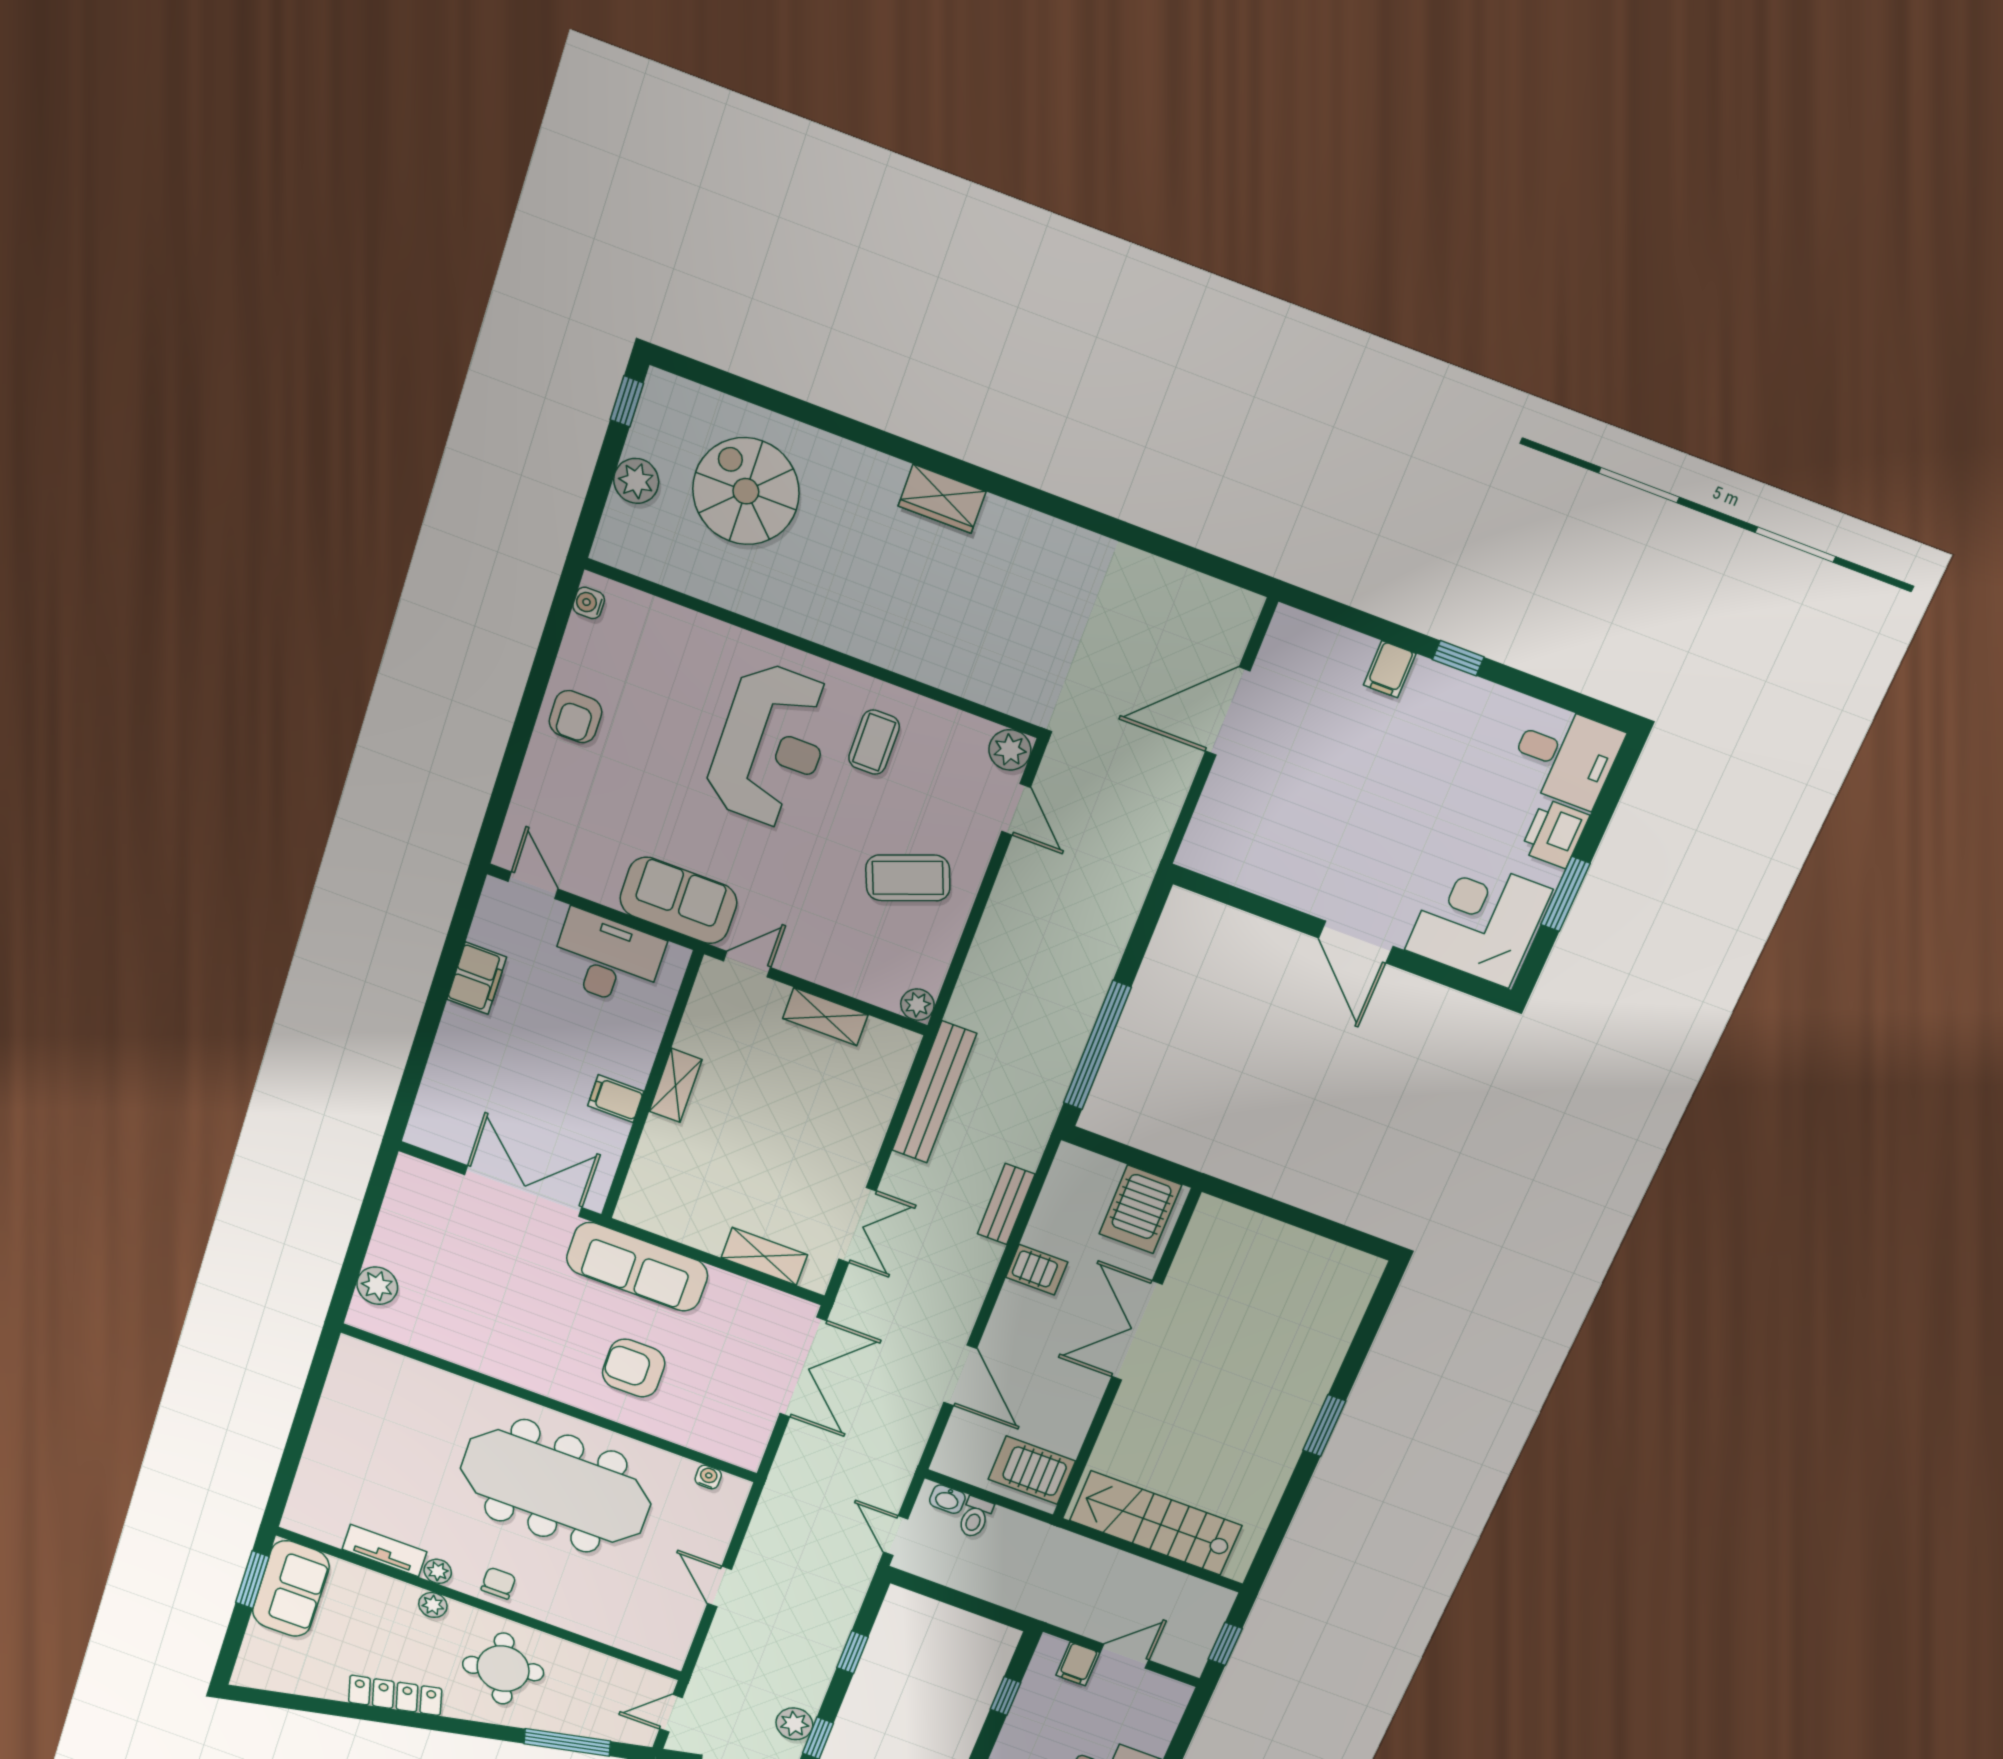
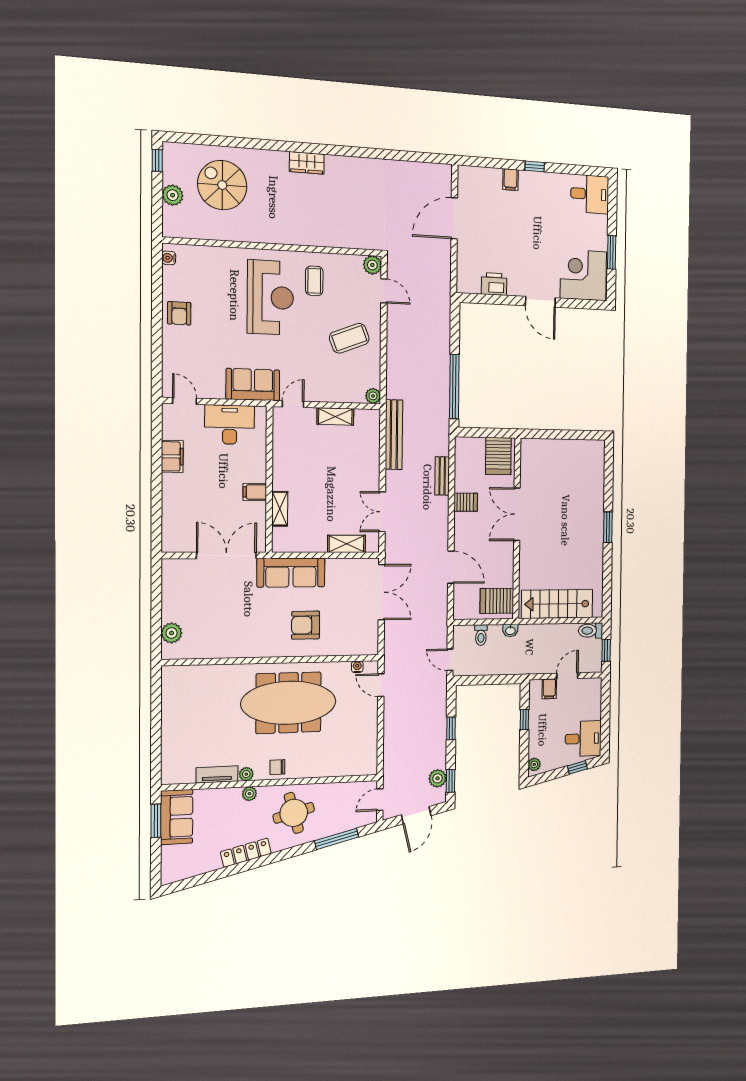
printer: (1555, 833) -> (494, 284), moved, turned 90
shelving: (676, 1085) -> (280, 509), moved
double door: (857, 1225) -> (382, 512), swing flipped
washbasin: (947, 1499) -> (510, 630), moved
chair: (498, 1583) -> (277, 767), turned -90
door: (719, 1587) -> (381, 685), moved
toilet: (1207, 1597) -> (591, 631), added

